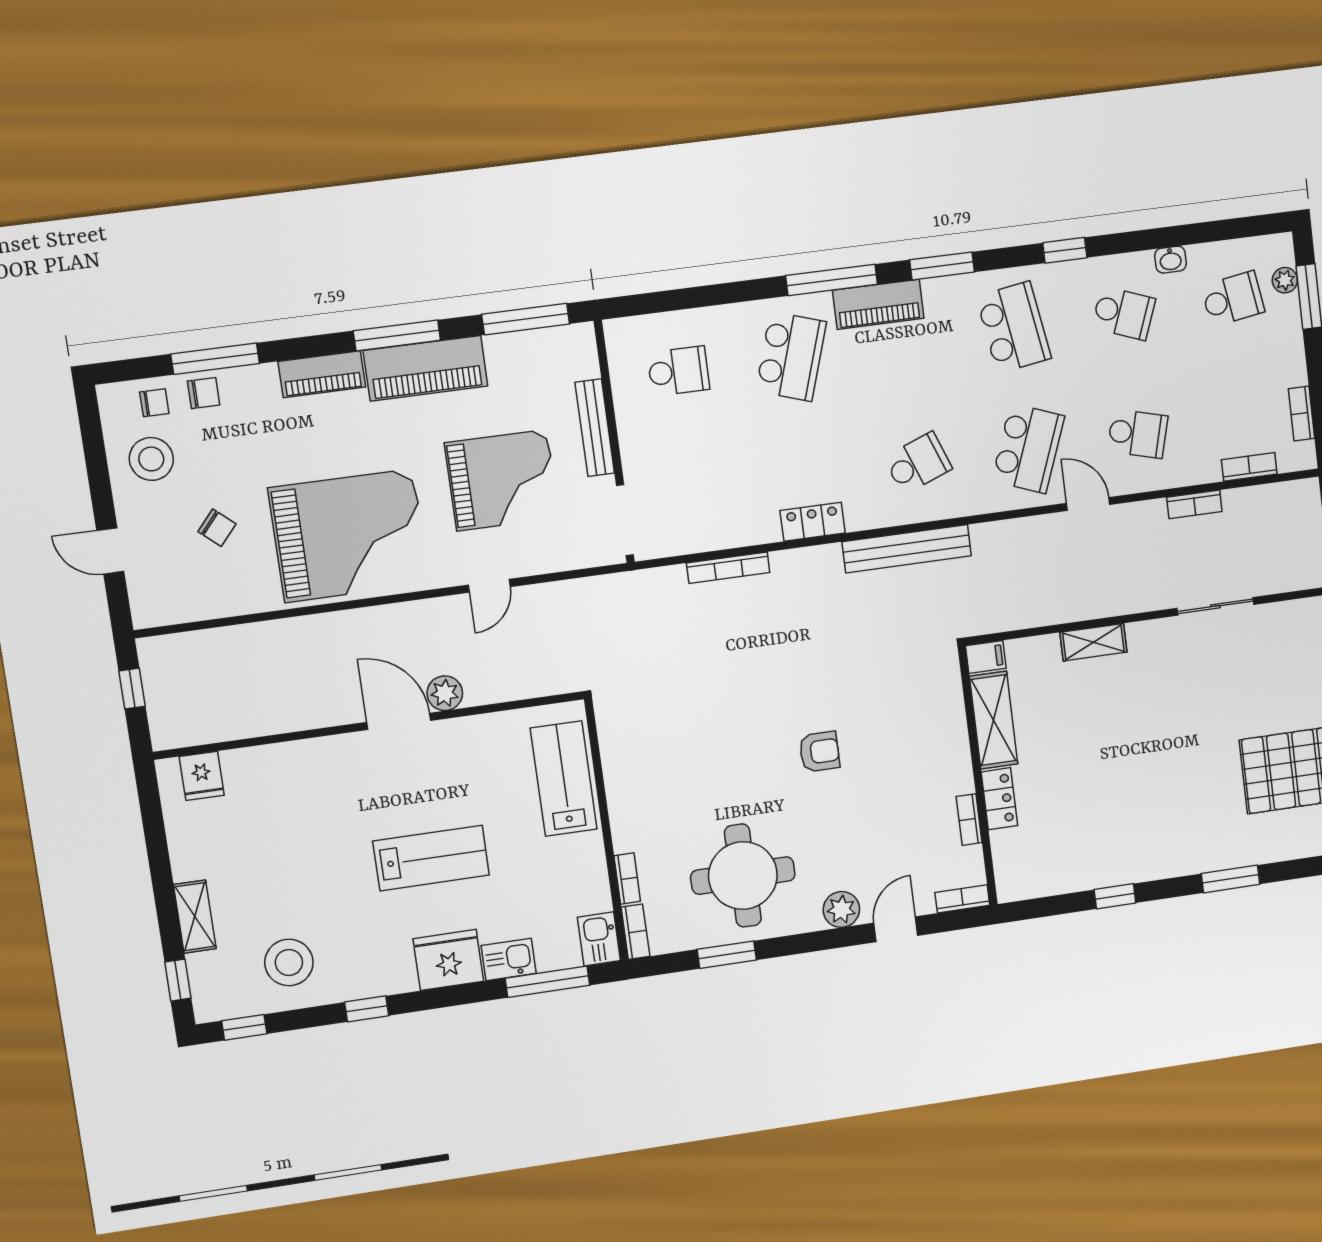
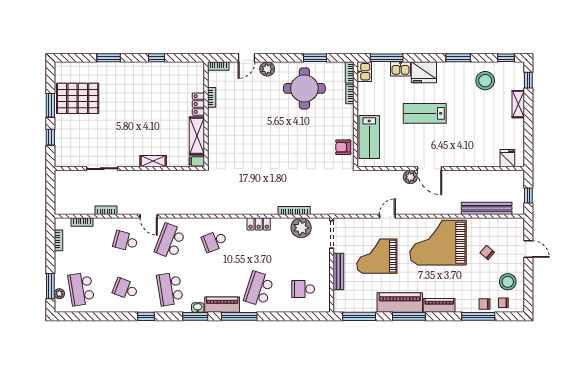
washbasin: (1171, 260) -> (198, 307), moved
school desk: (1233, 299) -> (81, 289), width x1.85
plant: (705, 526) -> (301, 228), added
bench: (907, 549) -> (487, 208), moved
armchair: (819, 752) -> (343, 147), moved
window: (367, 1009) -> (458, 58), width x1.50

